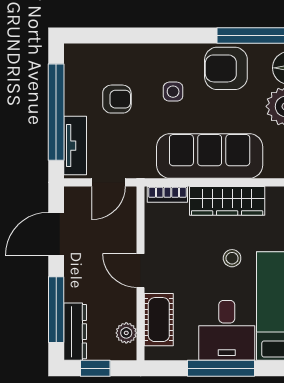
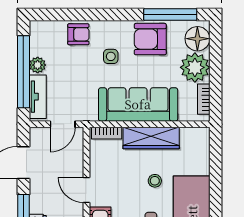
armchair: (117, 99) -> (78, 34), moved
plant: (75, 103) -> (38, 65), added

